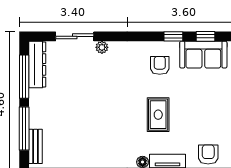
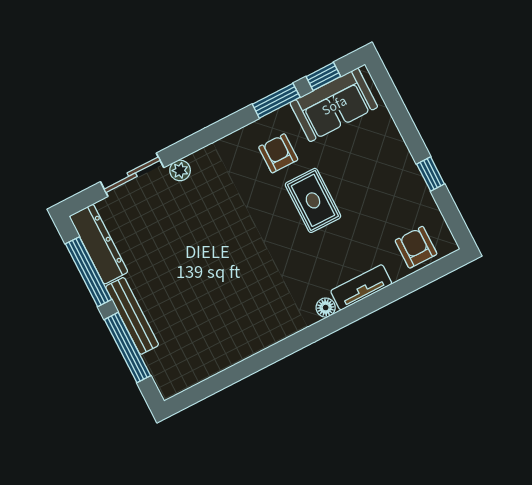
window: (173, 36) -> (276, 101), width x1.50
rug: (158, 115) -> (313, 200), moved
bench: (35, 146) -> (132, 316), moved, width x1.36

